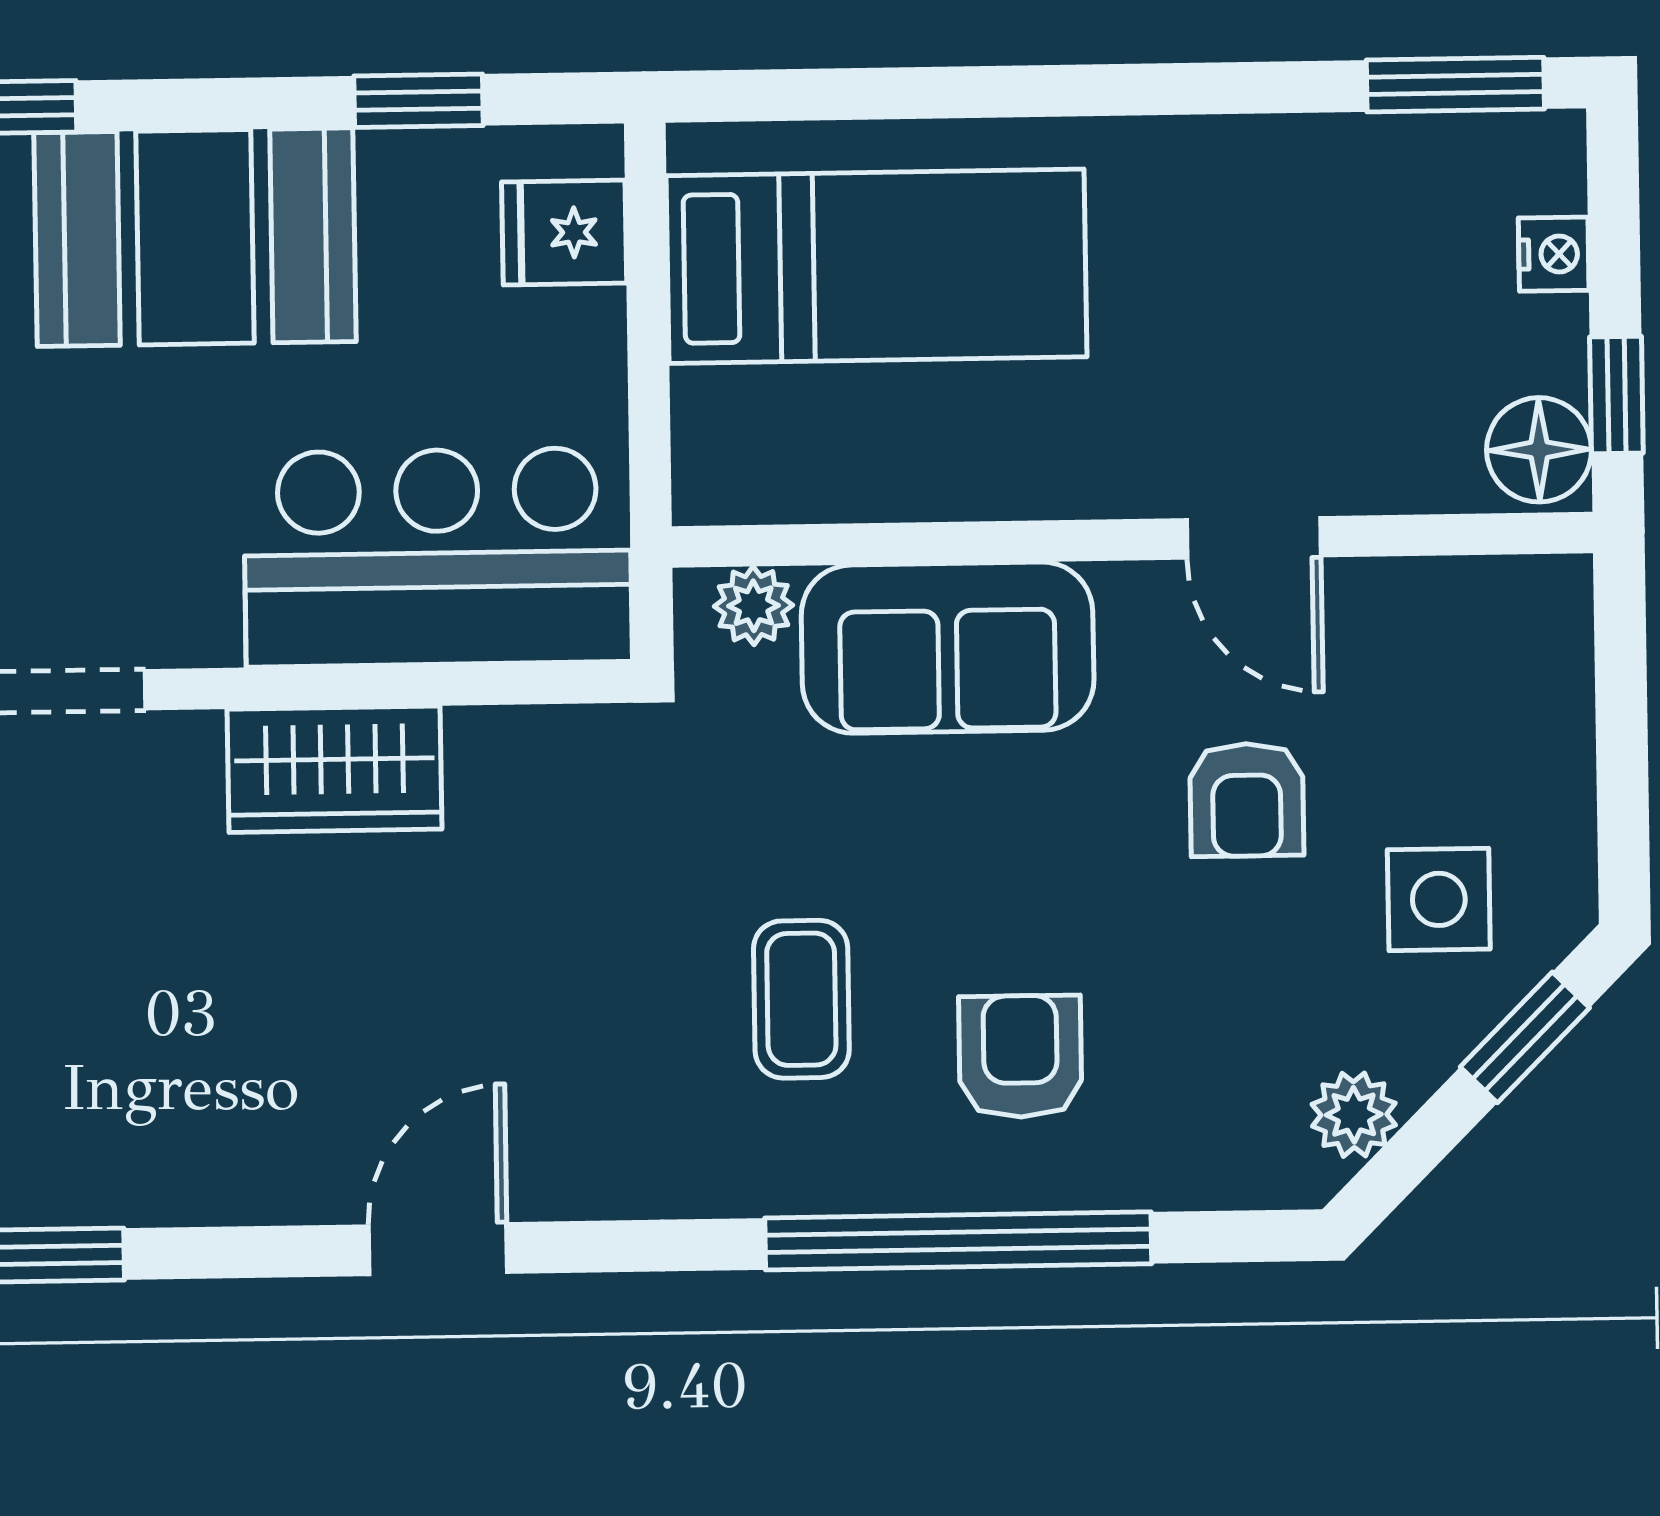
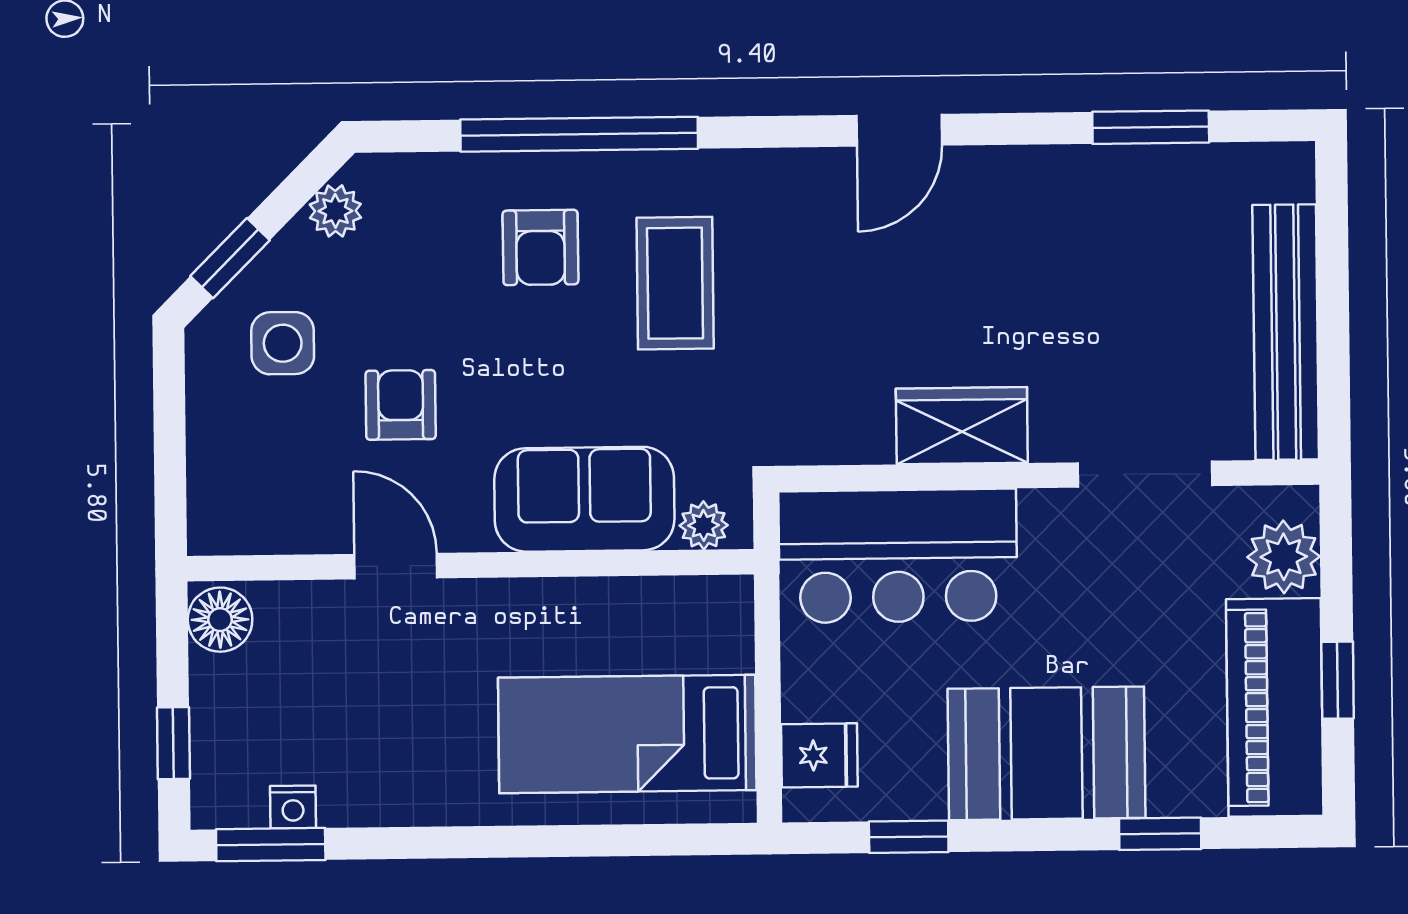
nightstand: (1554, 254) -> (293, 807), moved, turned -90
window: (1616, 395) -> (173, 743), moved
coffee table: (801, 999) -> (675, 283), width x1.36, depth x1.30

